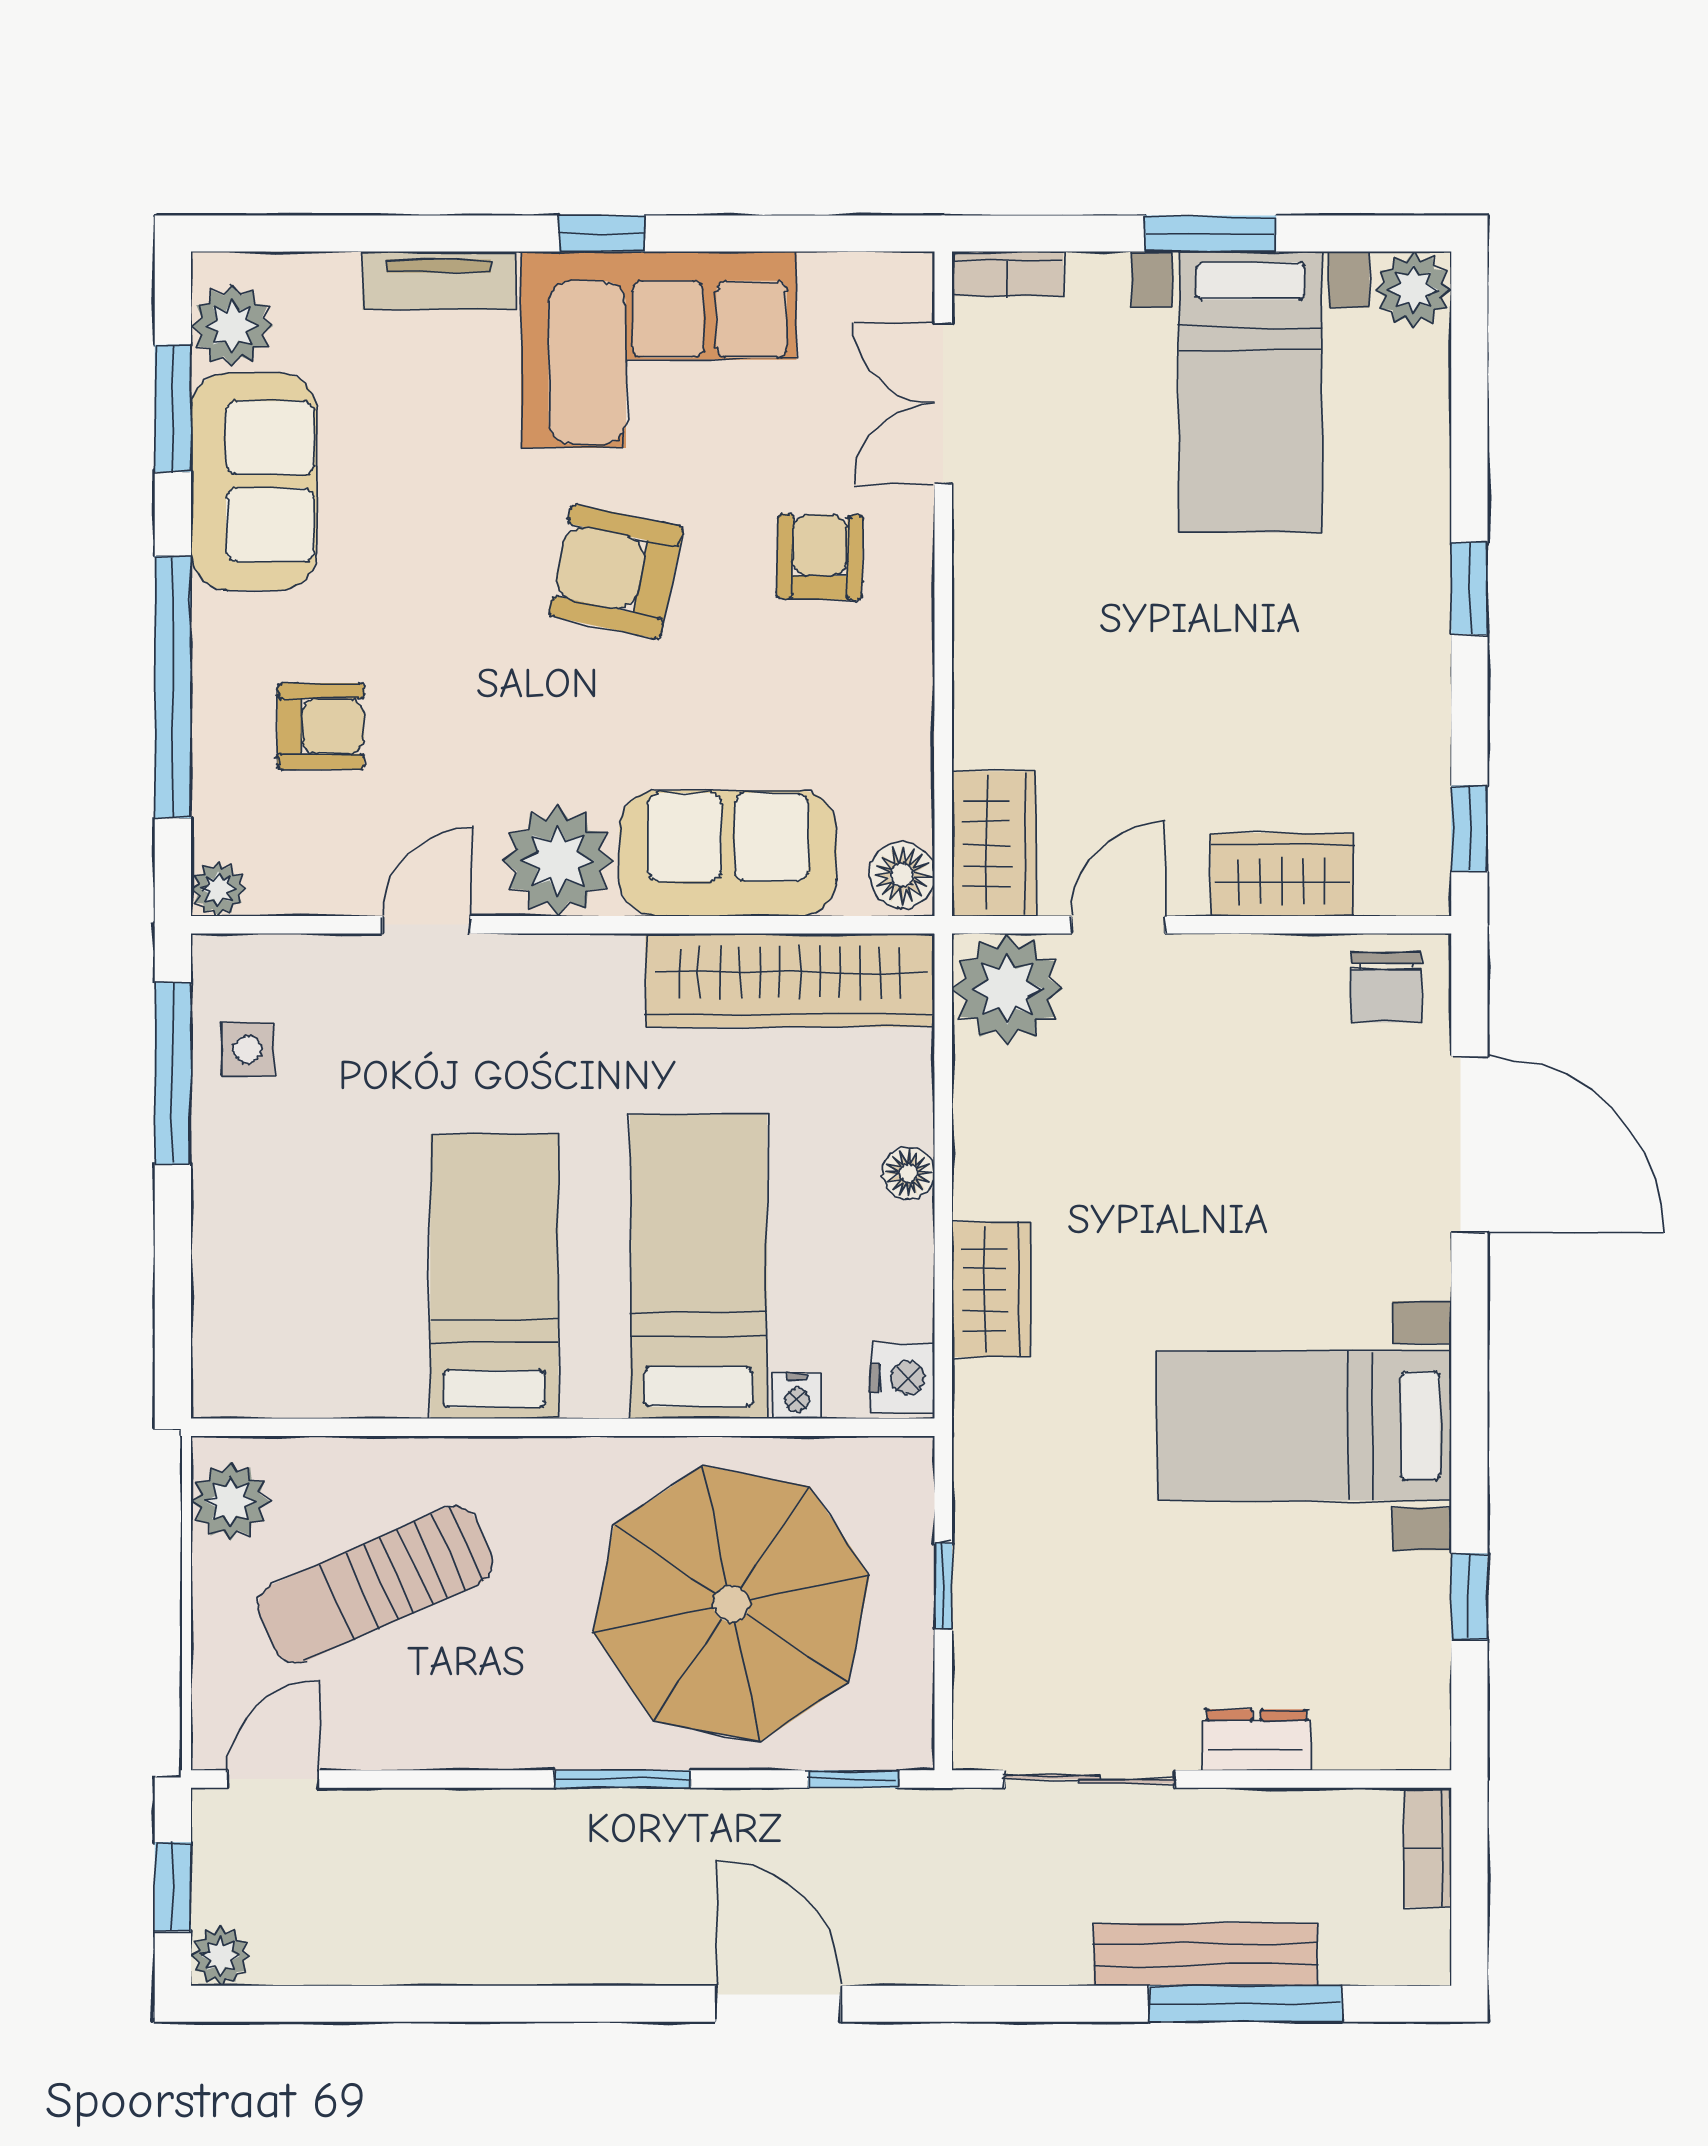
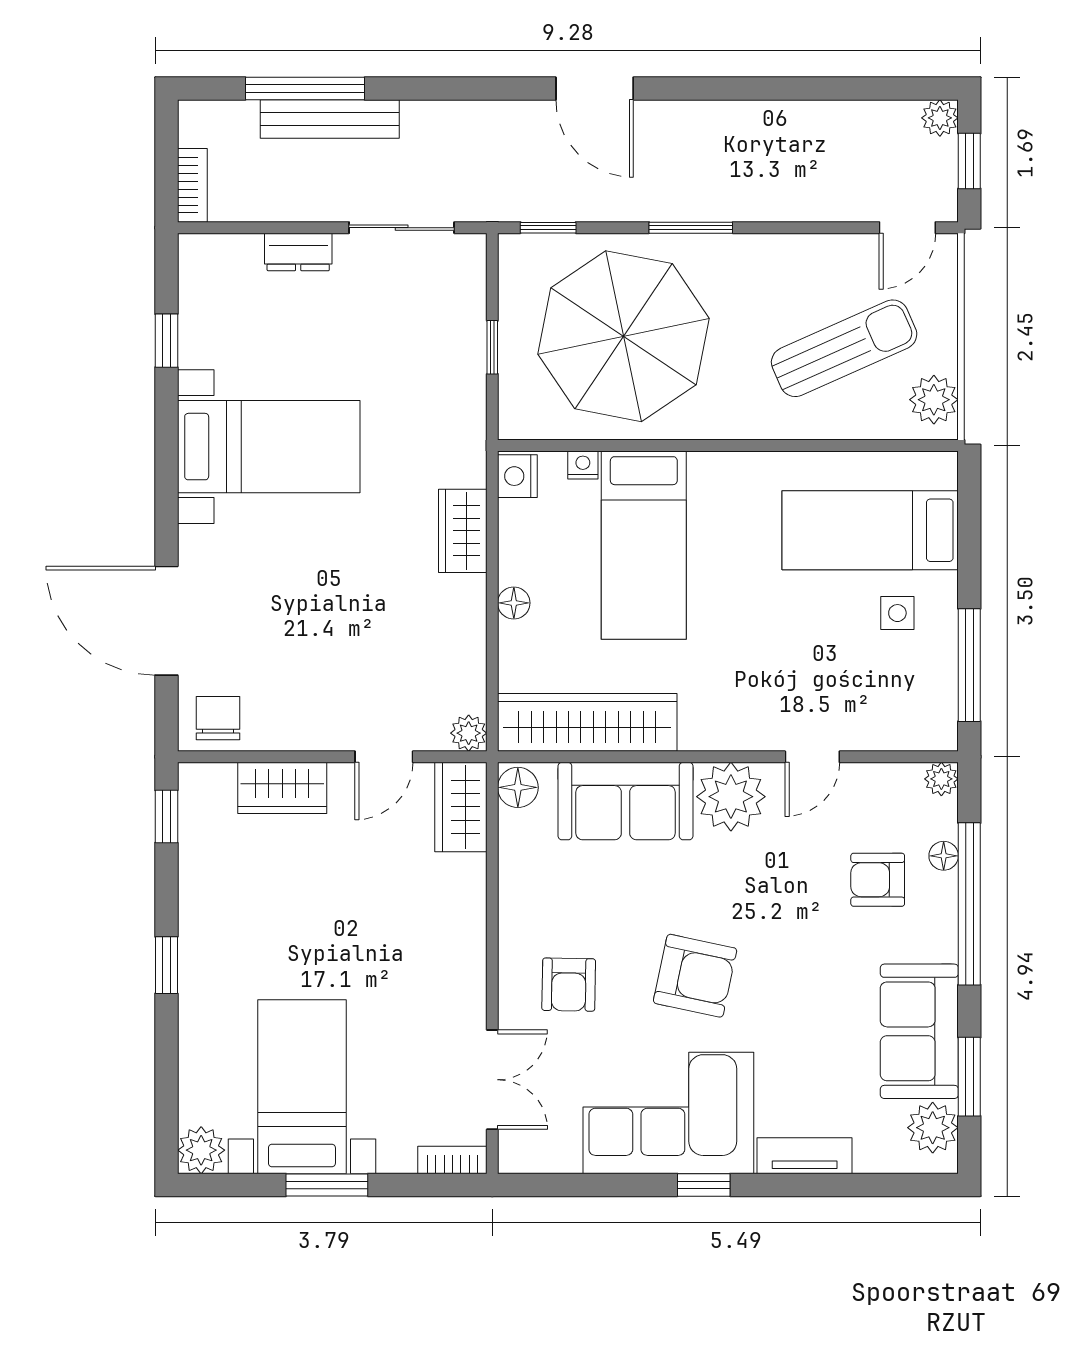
floor lamp: (214, 765) -> (944, 856), added
plant: (1007, 989) -> (469, 733), width x0.53, depth x0.53
side table: (247, 1049) -> (897, 613), moved
bed: (494, 1276) -> (870, 530), moved, turned 90

